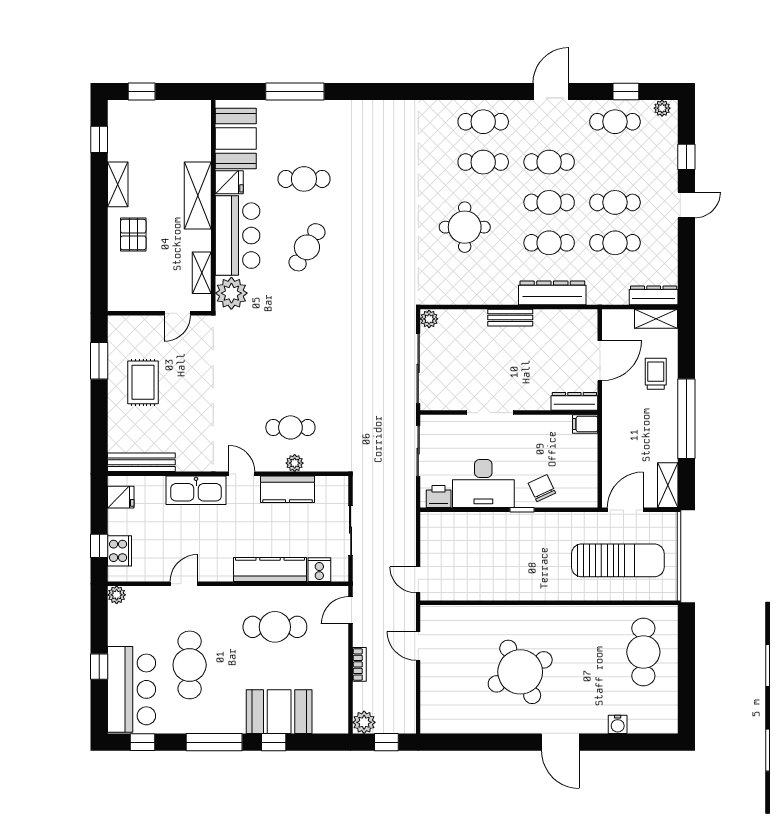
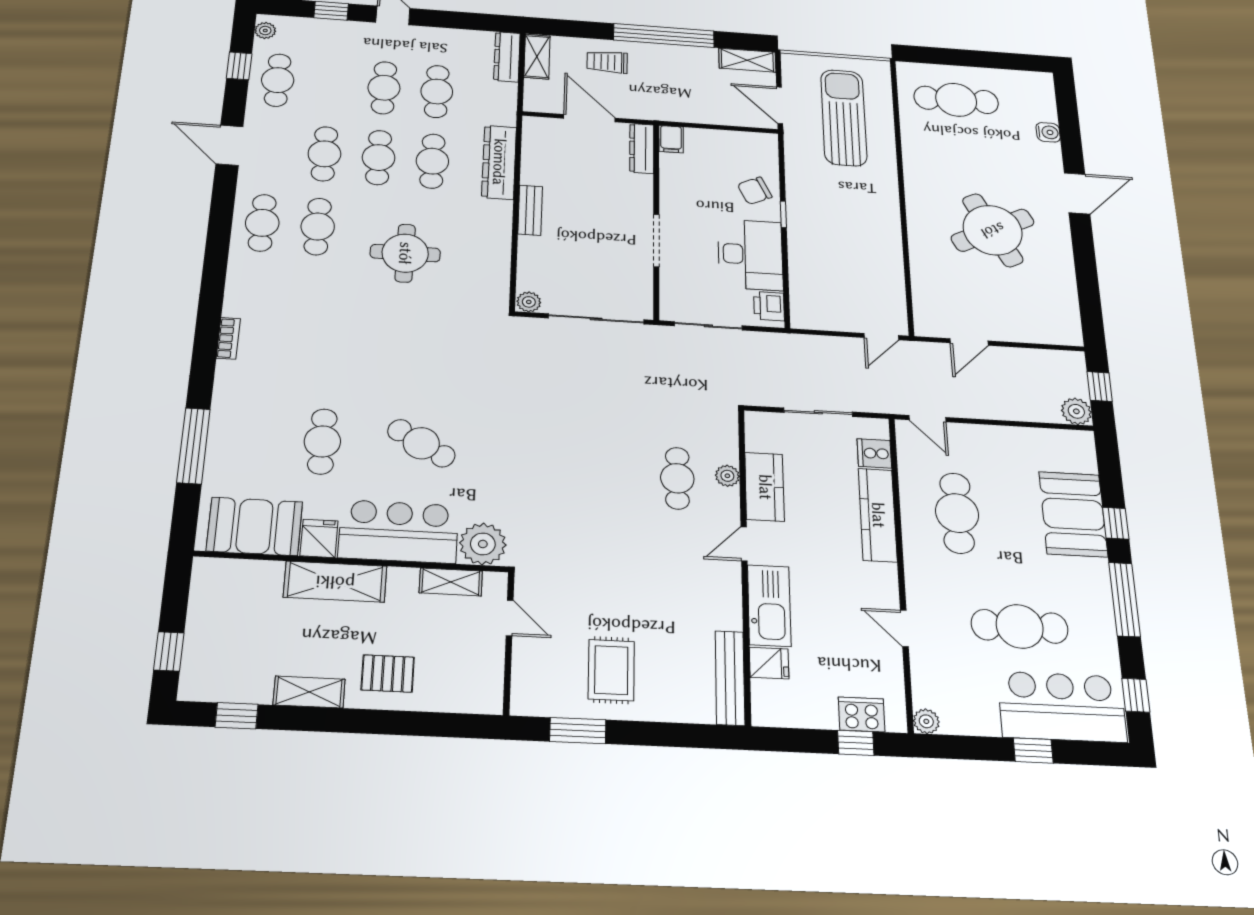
rug: (143, 382) -> (611, 670), turned 90
fridge: (121, 497) -> (769, 663), moved, turned 90
bookcase: (359, 664) -> (228, 338), moved, turned 90

